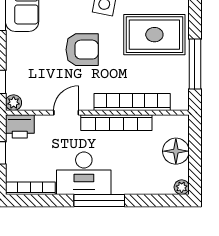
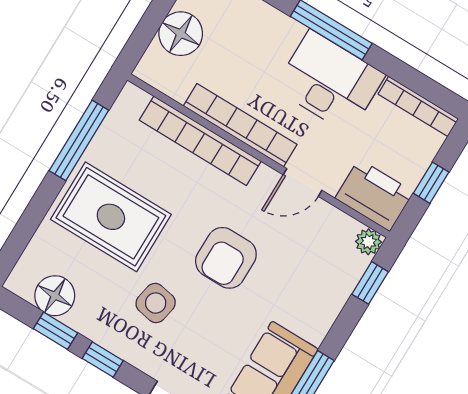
armchair: (82, 50) -> (226, 258), turned -90
printer: (20, 126) -> (374, 195), width x1.37, depth x1.19

